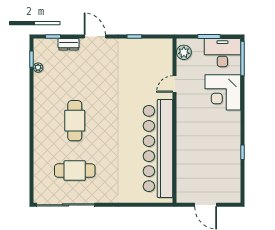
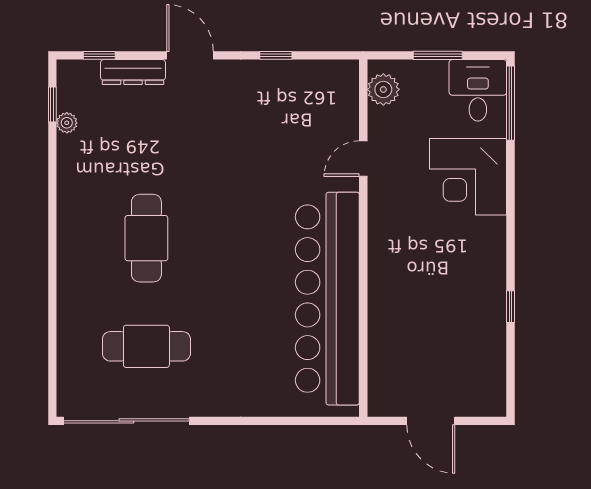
dresser: (69, 44) -> (133, 72), width x1.44
desk: (222, 53) -> (478, 90), width x0.73

